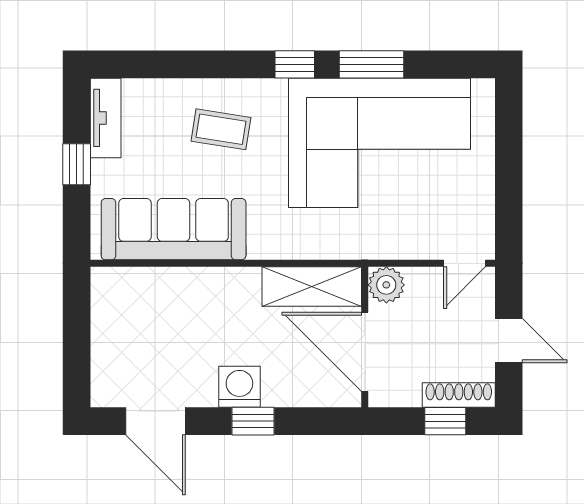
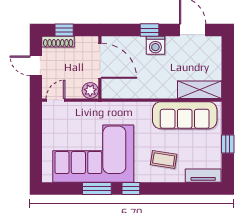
tv unit: (106, 118) -> (203, 176), moved, turned 90
shelving: (312, 287) -> (200, 90), moved

